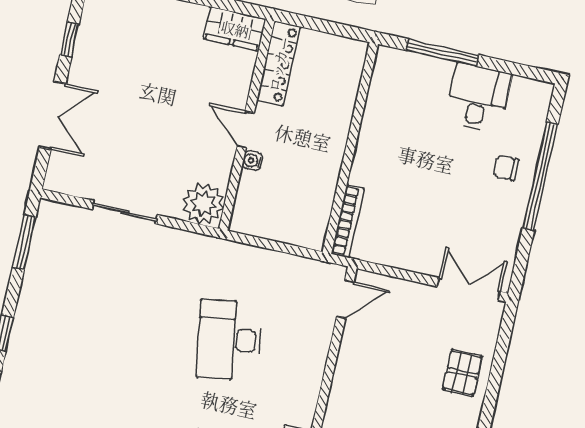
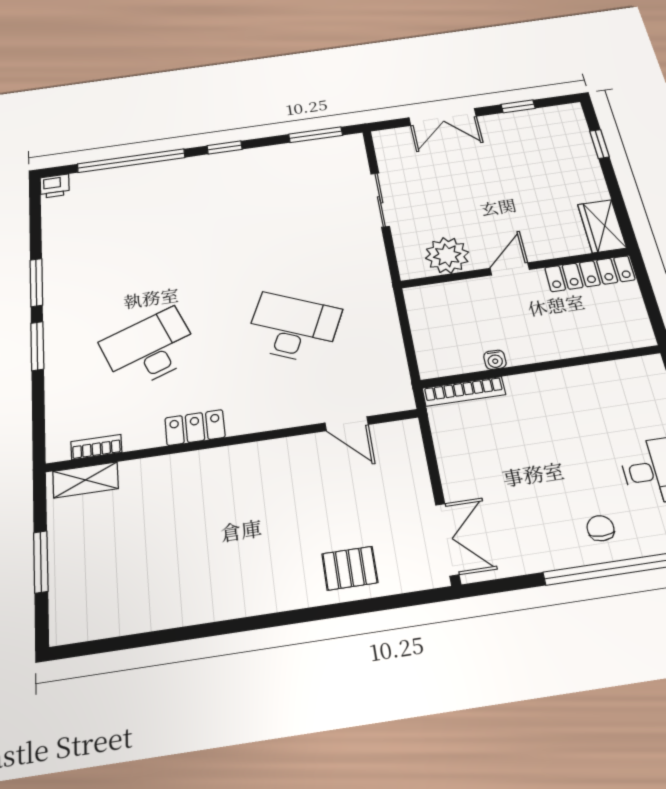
water cooler: (252, 161) -> (495, 360), moved, turned 180
plant: (204, 204) -> (447, 255), moved
door: (345, 299) -> (347, 424), moved
desk: (229, 340) -> (293, 328), turned 33

